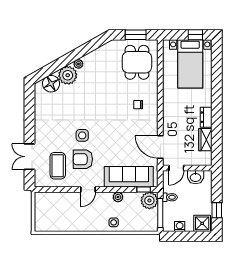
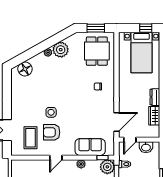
plant: (68, 75) -> (61, 50), moved
door: (160, 147) -> (116, 122), swing flipped
sofa: (129, 177) -> (90, 147), width x0.73

